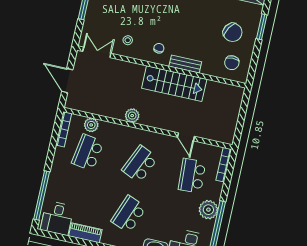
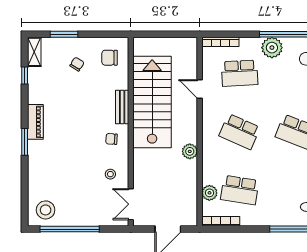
chair: (233, 32) -> (77, 64), width x0.54, depth x0.54
chair: (232, 63) -> (110, 58), turned 180
stairs: (174, 84) -> (152, 102), width x1.36, depth x1.51
door: (186, 137) -> (200, 89), swing flipped

